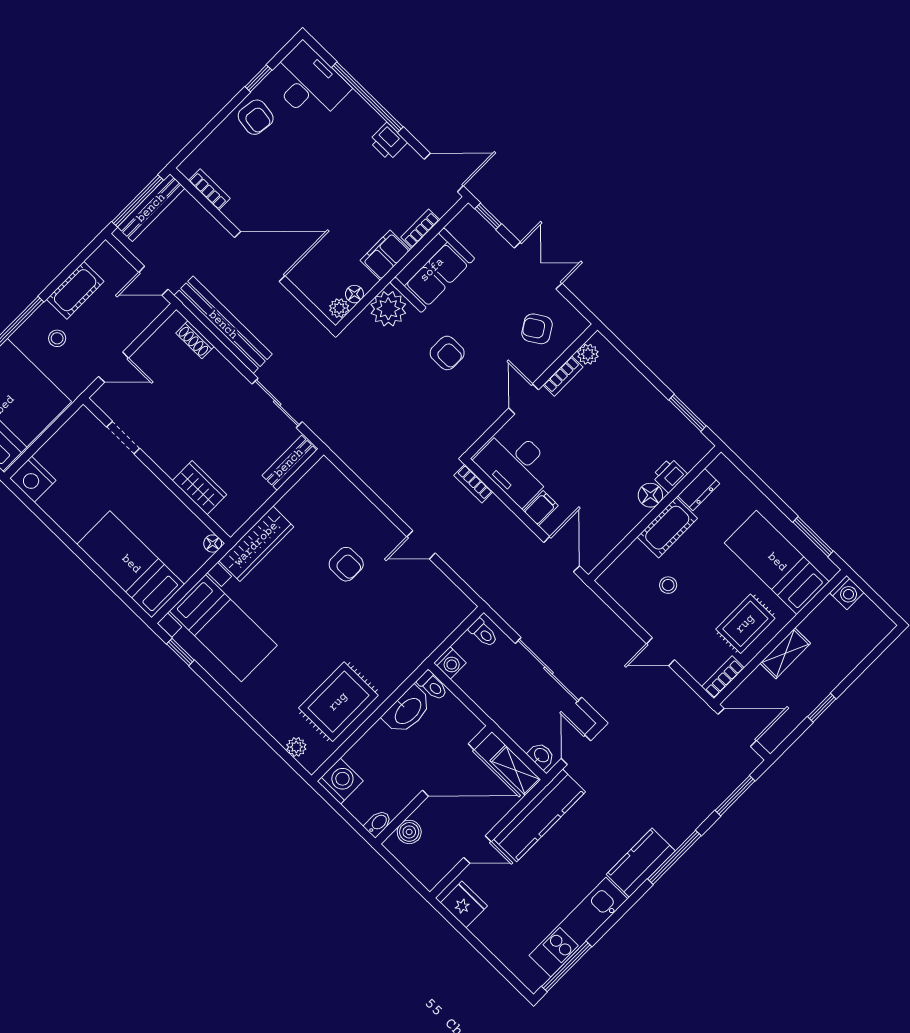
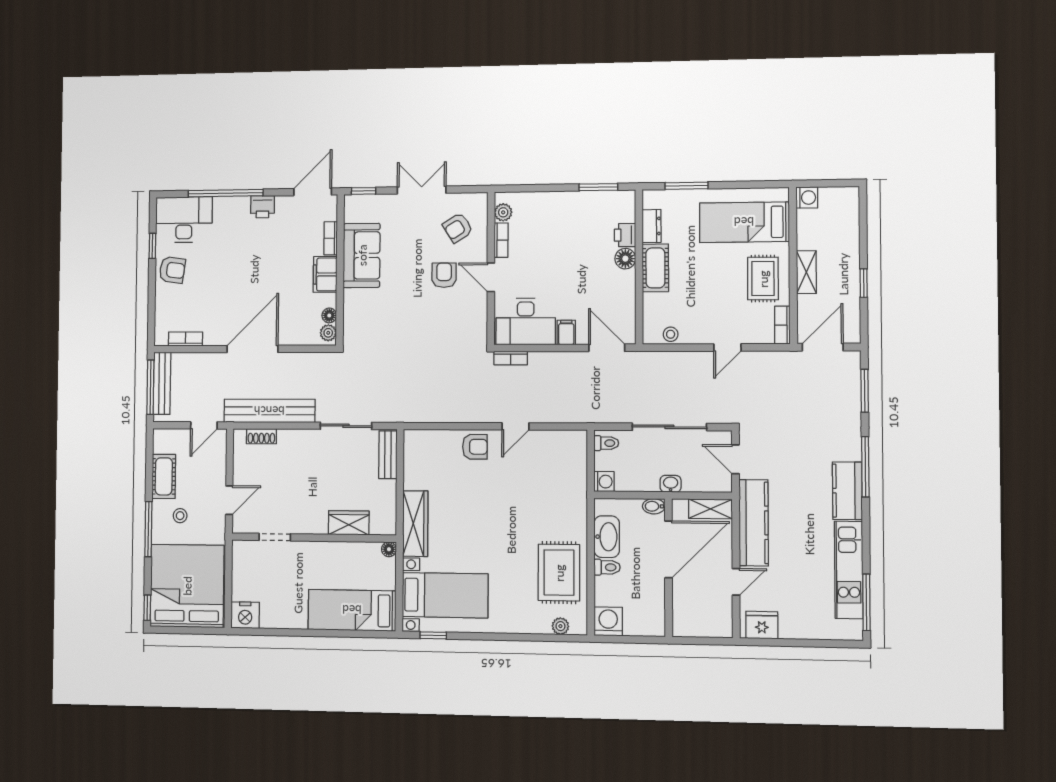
plant: (388, 309) -> (358, 304), removed
armchair: (447, 353) -> (444, 275), moved, turned -90
window: (813, 537) -> (687, 186), moved
armchair: (346, 564) -> (475, 447), moved
stool: (668, 585) -> (671, 334), moved
toilet: (432, 686) -> (607, 567), moved
washbasin: (541, 756) -> (671, 484), moved
bidet: (378, 823) -> (654, 506), moved, turned -90
boiler: (409, 832) -> (682, 612), removed

